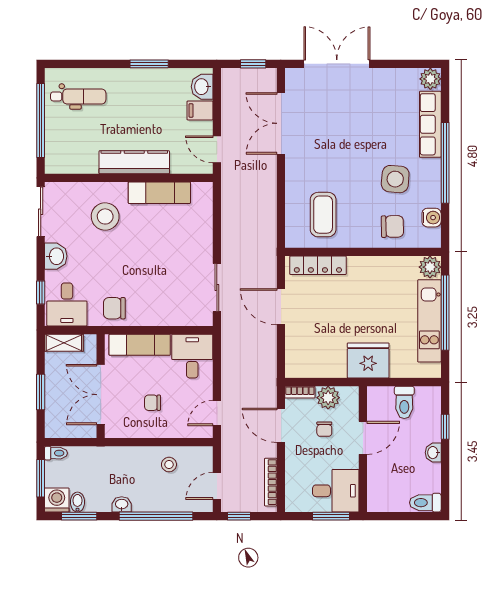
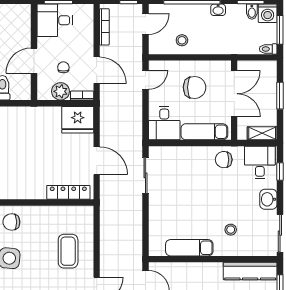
kitchen counter: (134, 162) -> (250, 271), moved
coffee table: (323, 215) -> (68, 251), moved
stool: (105, 216) -> (231, 230), width x0.53, depth x0.53
chair: (114, 308) -> (224, 160), turned 180
fridge: (368, 360) -> (78, 120), moved
chair: (153, 403) -> (195, 87), width x1.87, depth x1.87

